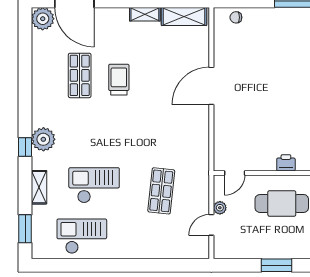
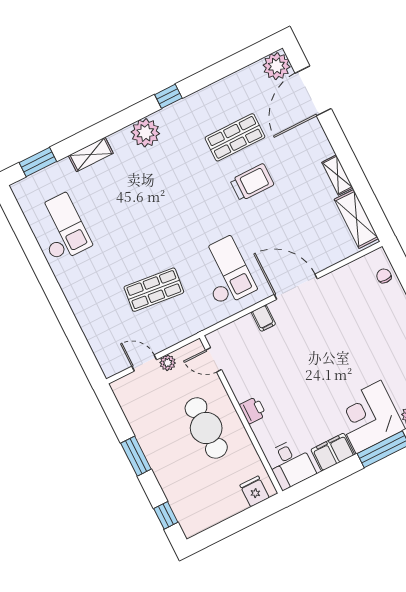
filing cabinet: (222, 121) -> (263, 318), added
window: (25, 147) -> (168, 96), moved
checkout: (94, 185) -> (225, 272), moved

